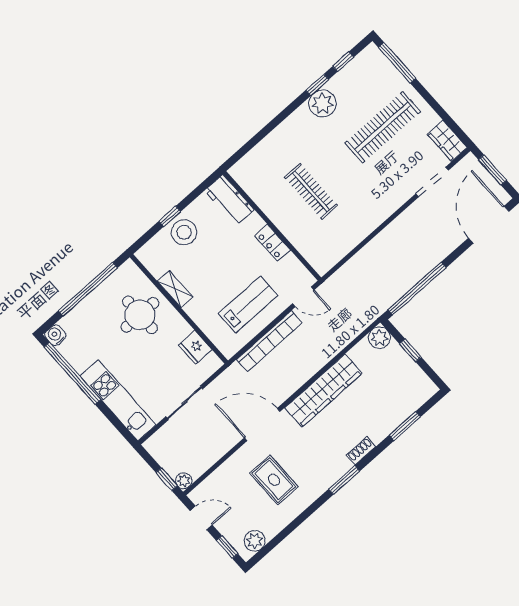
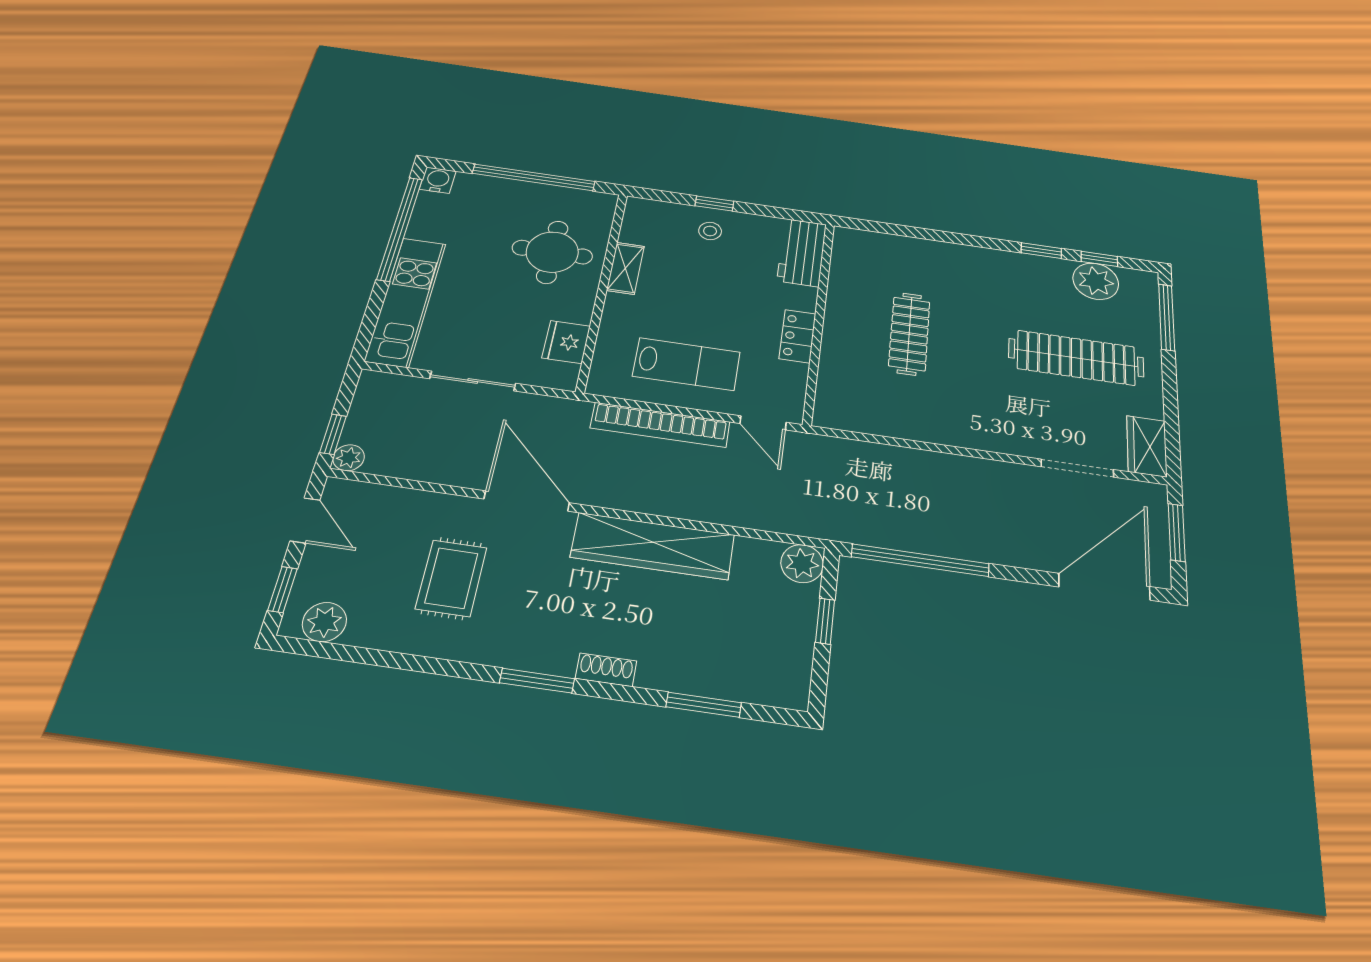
plant: (322, 104) -> (1096, 281), moved
stool: (184, 232) -> (710, 231), width x0.53, depth x0.53

